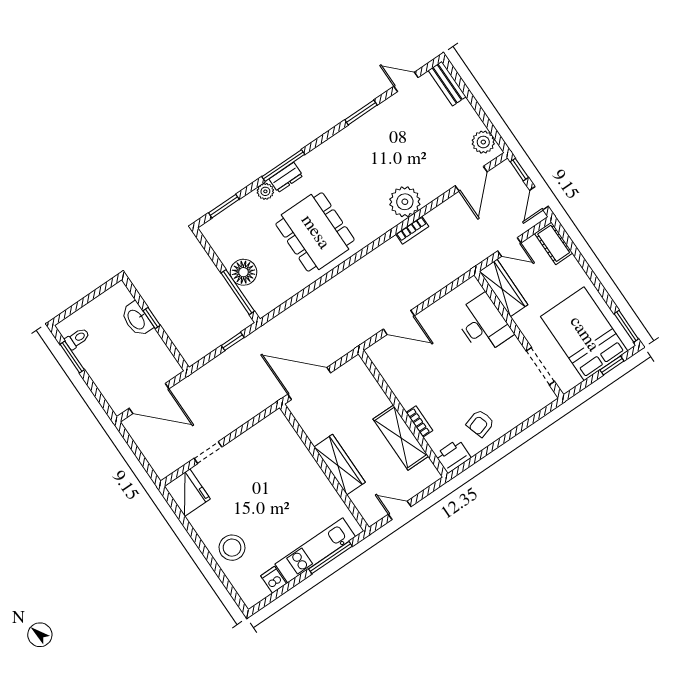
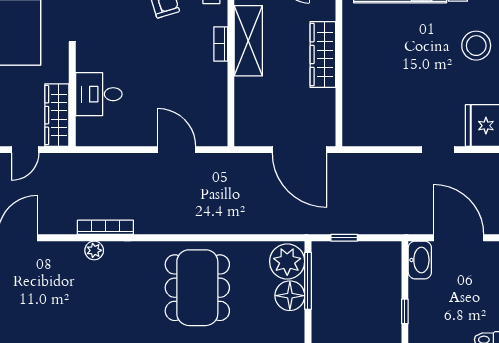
plant: (405, 202) -> (94, 250), width x0.53, depth x0.53
bookcase: (412, 230) -> (105, 227), width x1.56
door: (509, 247) -> (25, 150), swing flipped
plant: (263, 296) -> (287, 261), added
washbasin: (137, 319) -> (420, 260), moved
desk: (483, 324) -> (99, 94), width x0.73

